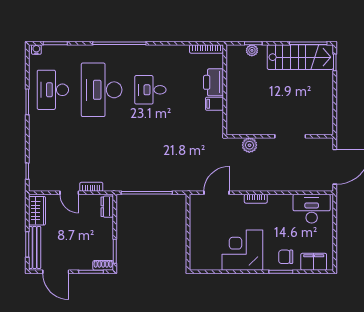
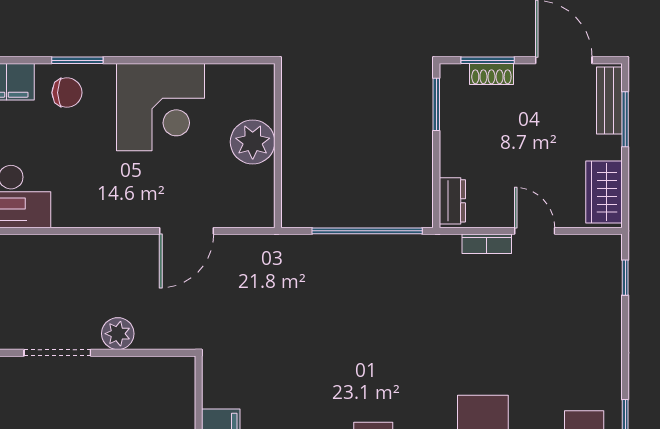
plant: (249, 145) -> (118, 334), moved
door: (216, 193) -> (186, 231), moved
bookcase: (256, 199) -> (132, 218), removed
plant: (200, 234) -> (253, 142), added
bench: (35, 247) -> (609, 101), width x0.73
shoe rack: (103, 265) -> (491, 74), moved

